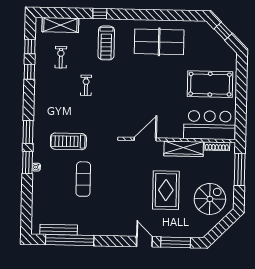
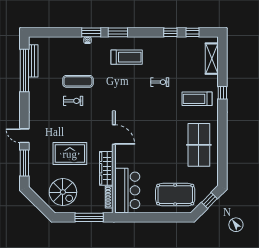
exercise bike: (61, 57) -> (73, 101), moved
pool table: (210, 84) -> (175, 195), moved, turned 90
treadmill: (68, 141) -> (127, 57), moved, turned 90
door: (144, 242) -> (24, 136), swing flipped

